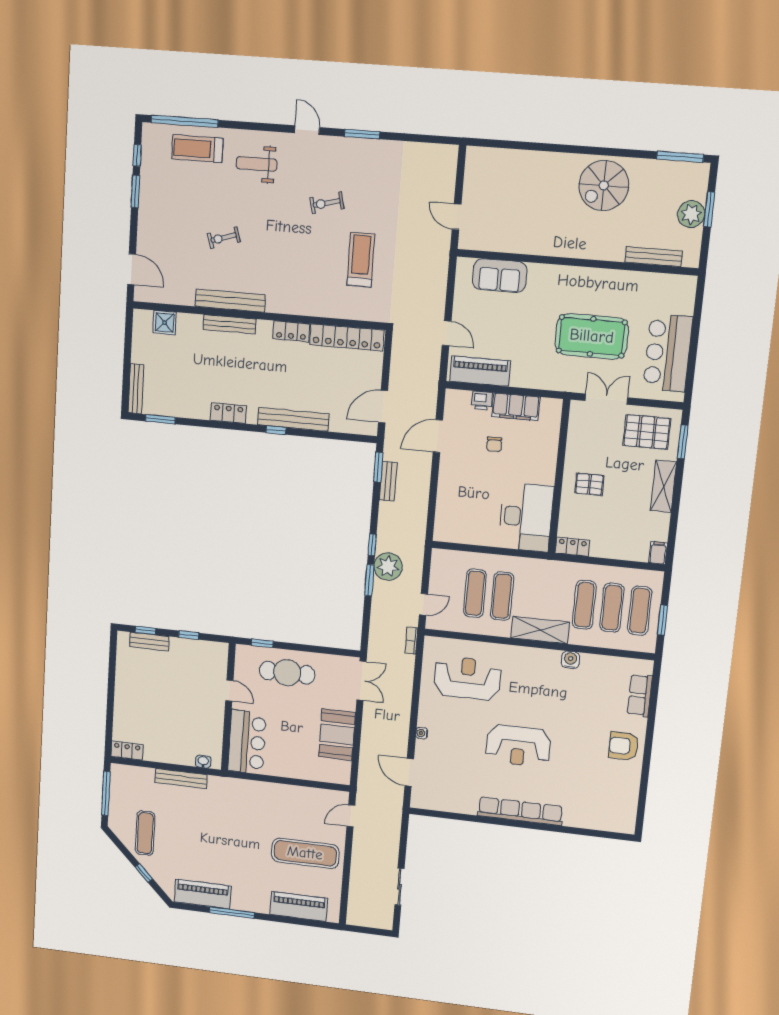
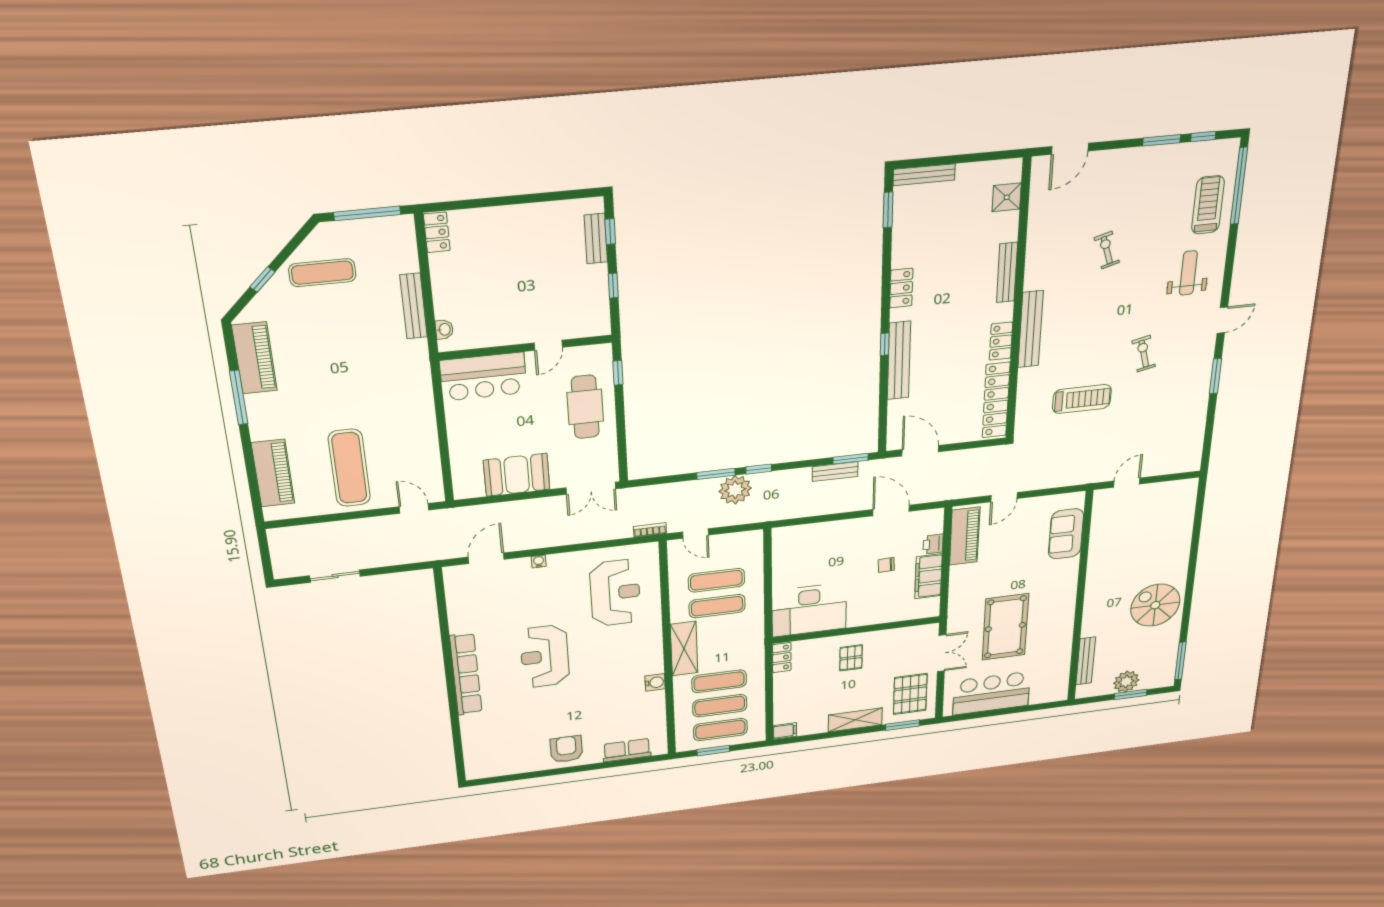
bench: (230, 301) -> (1031, 329), moved

